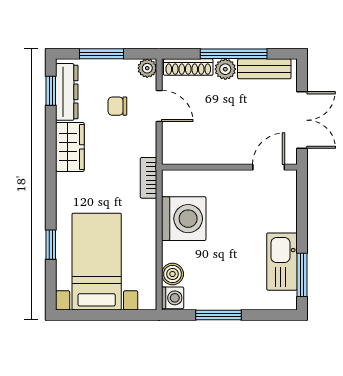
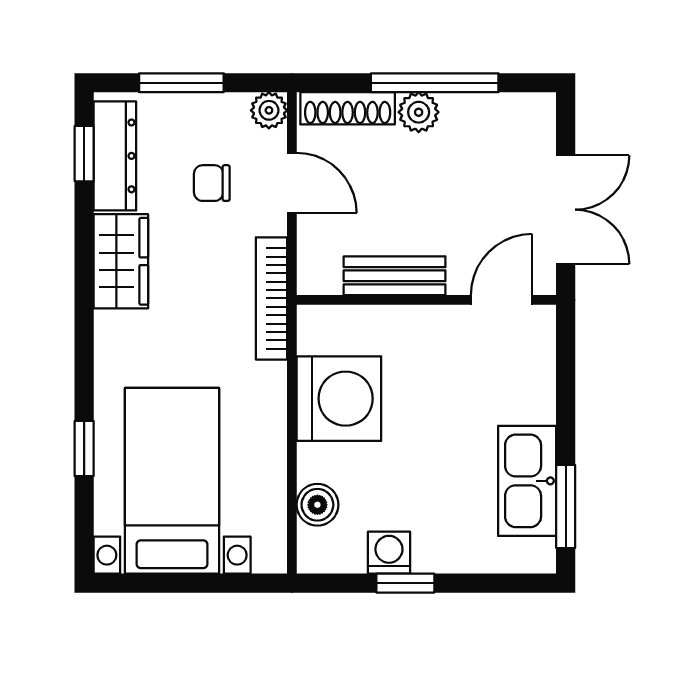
bench: (264, 69) -> (395, 276), moved
bookcase: (149, 178) -> (271, 298), width x1.56
washing machine: (173, 298) -> (389, 553), moved, turned -90
window: (218, 315) -> (405, 583), width x0.67

